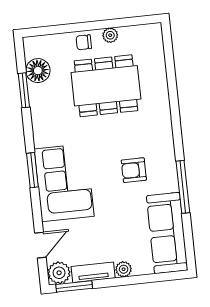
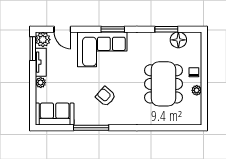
armchair: (134, 170) -> (106, 96), turned -49
sofa: (167, 233) -> (55, 114), width x0.73

